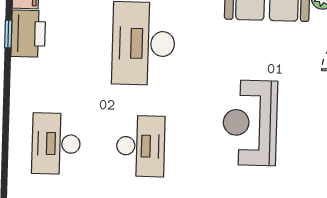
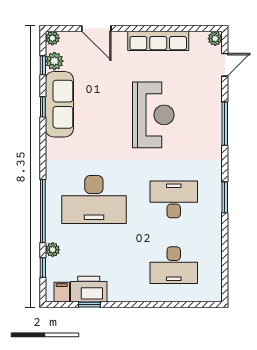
reception desk: (250, 123) -> (153, 115), turned -90

